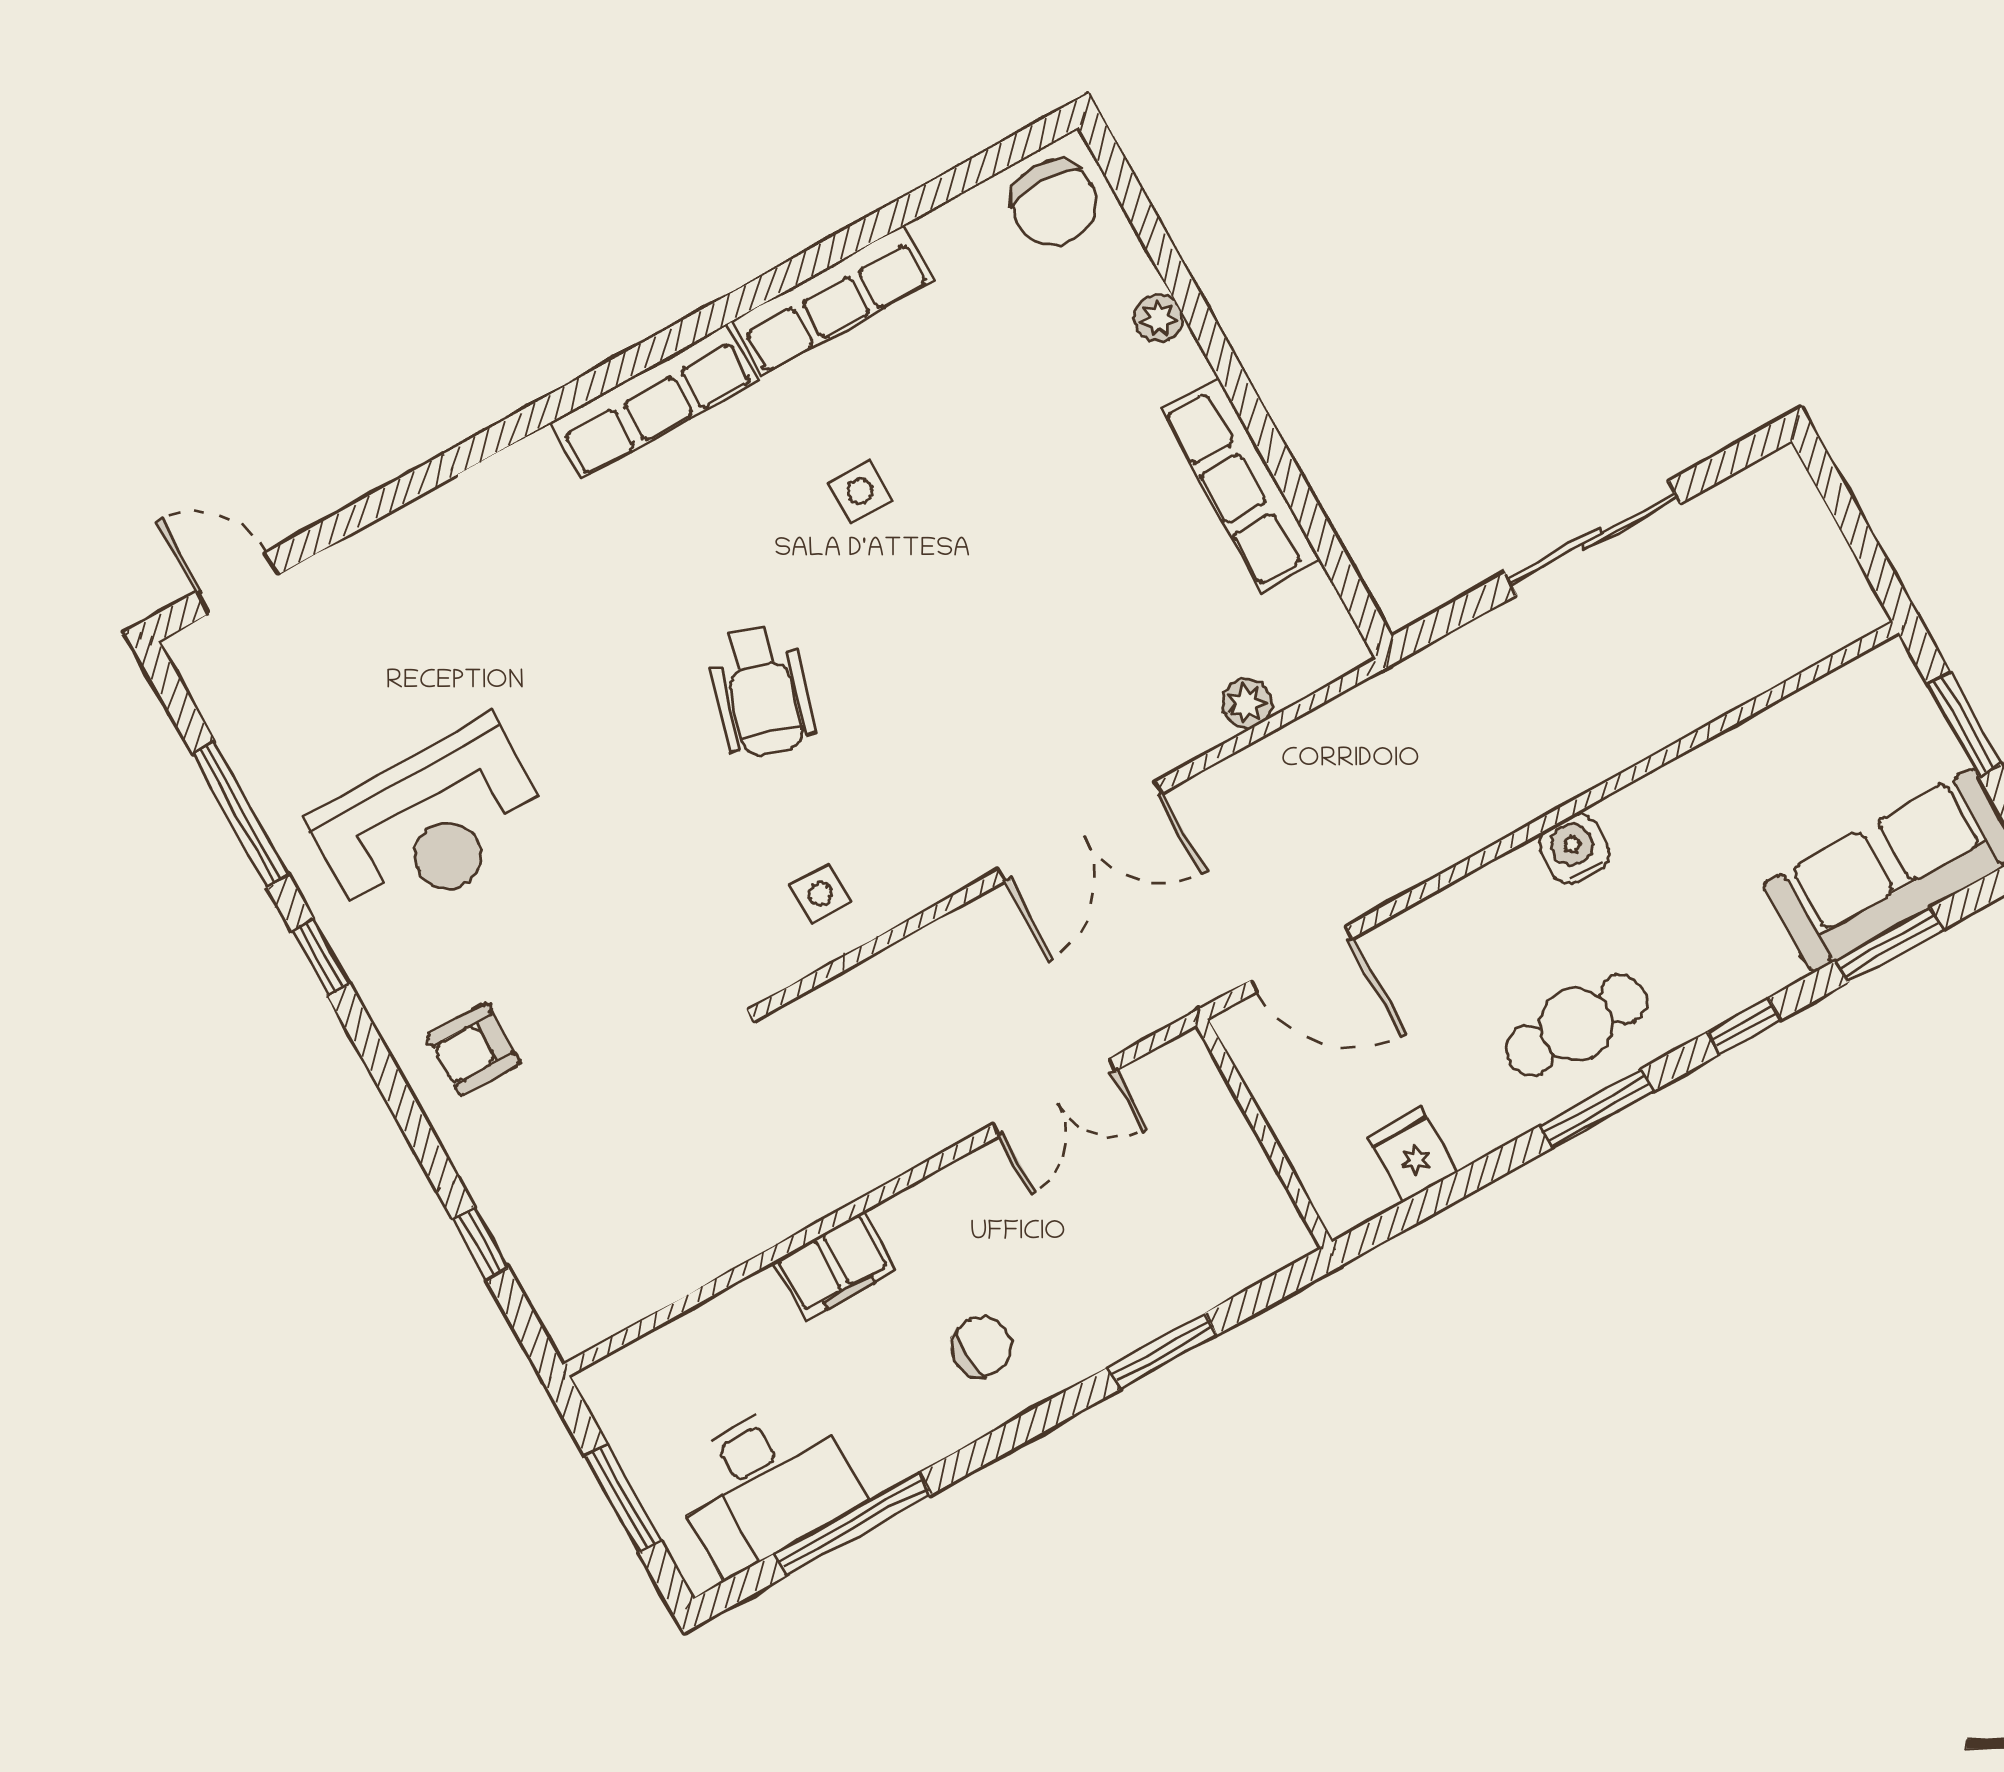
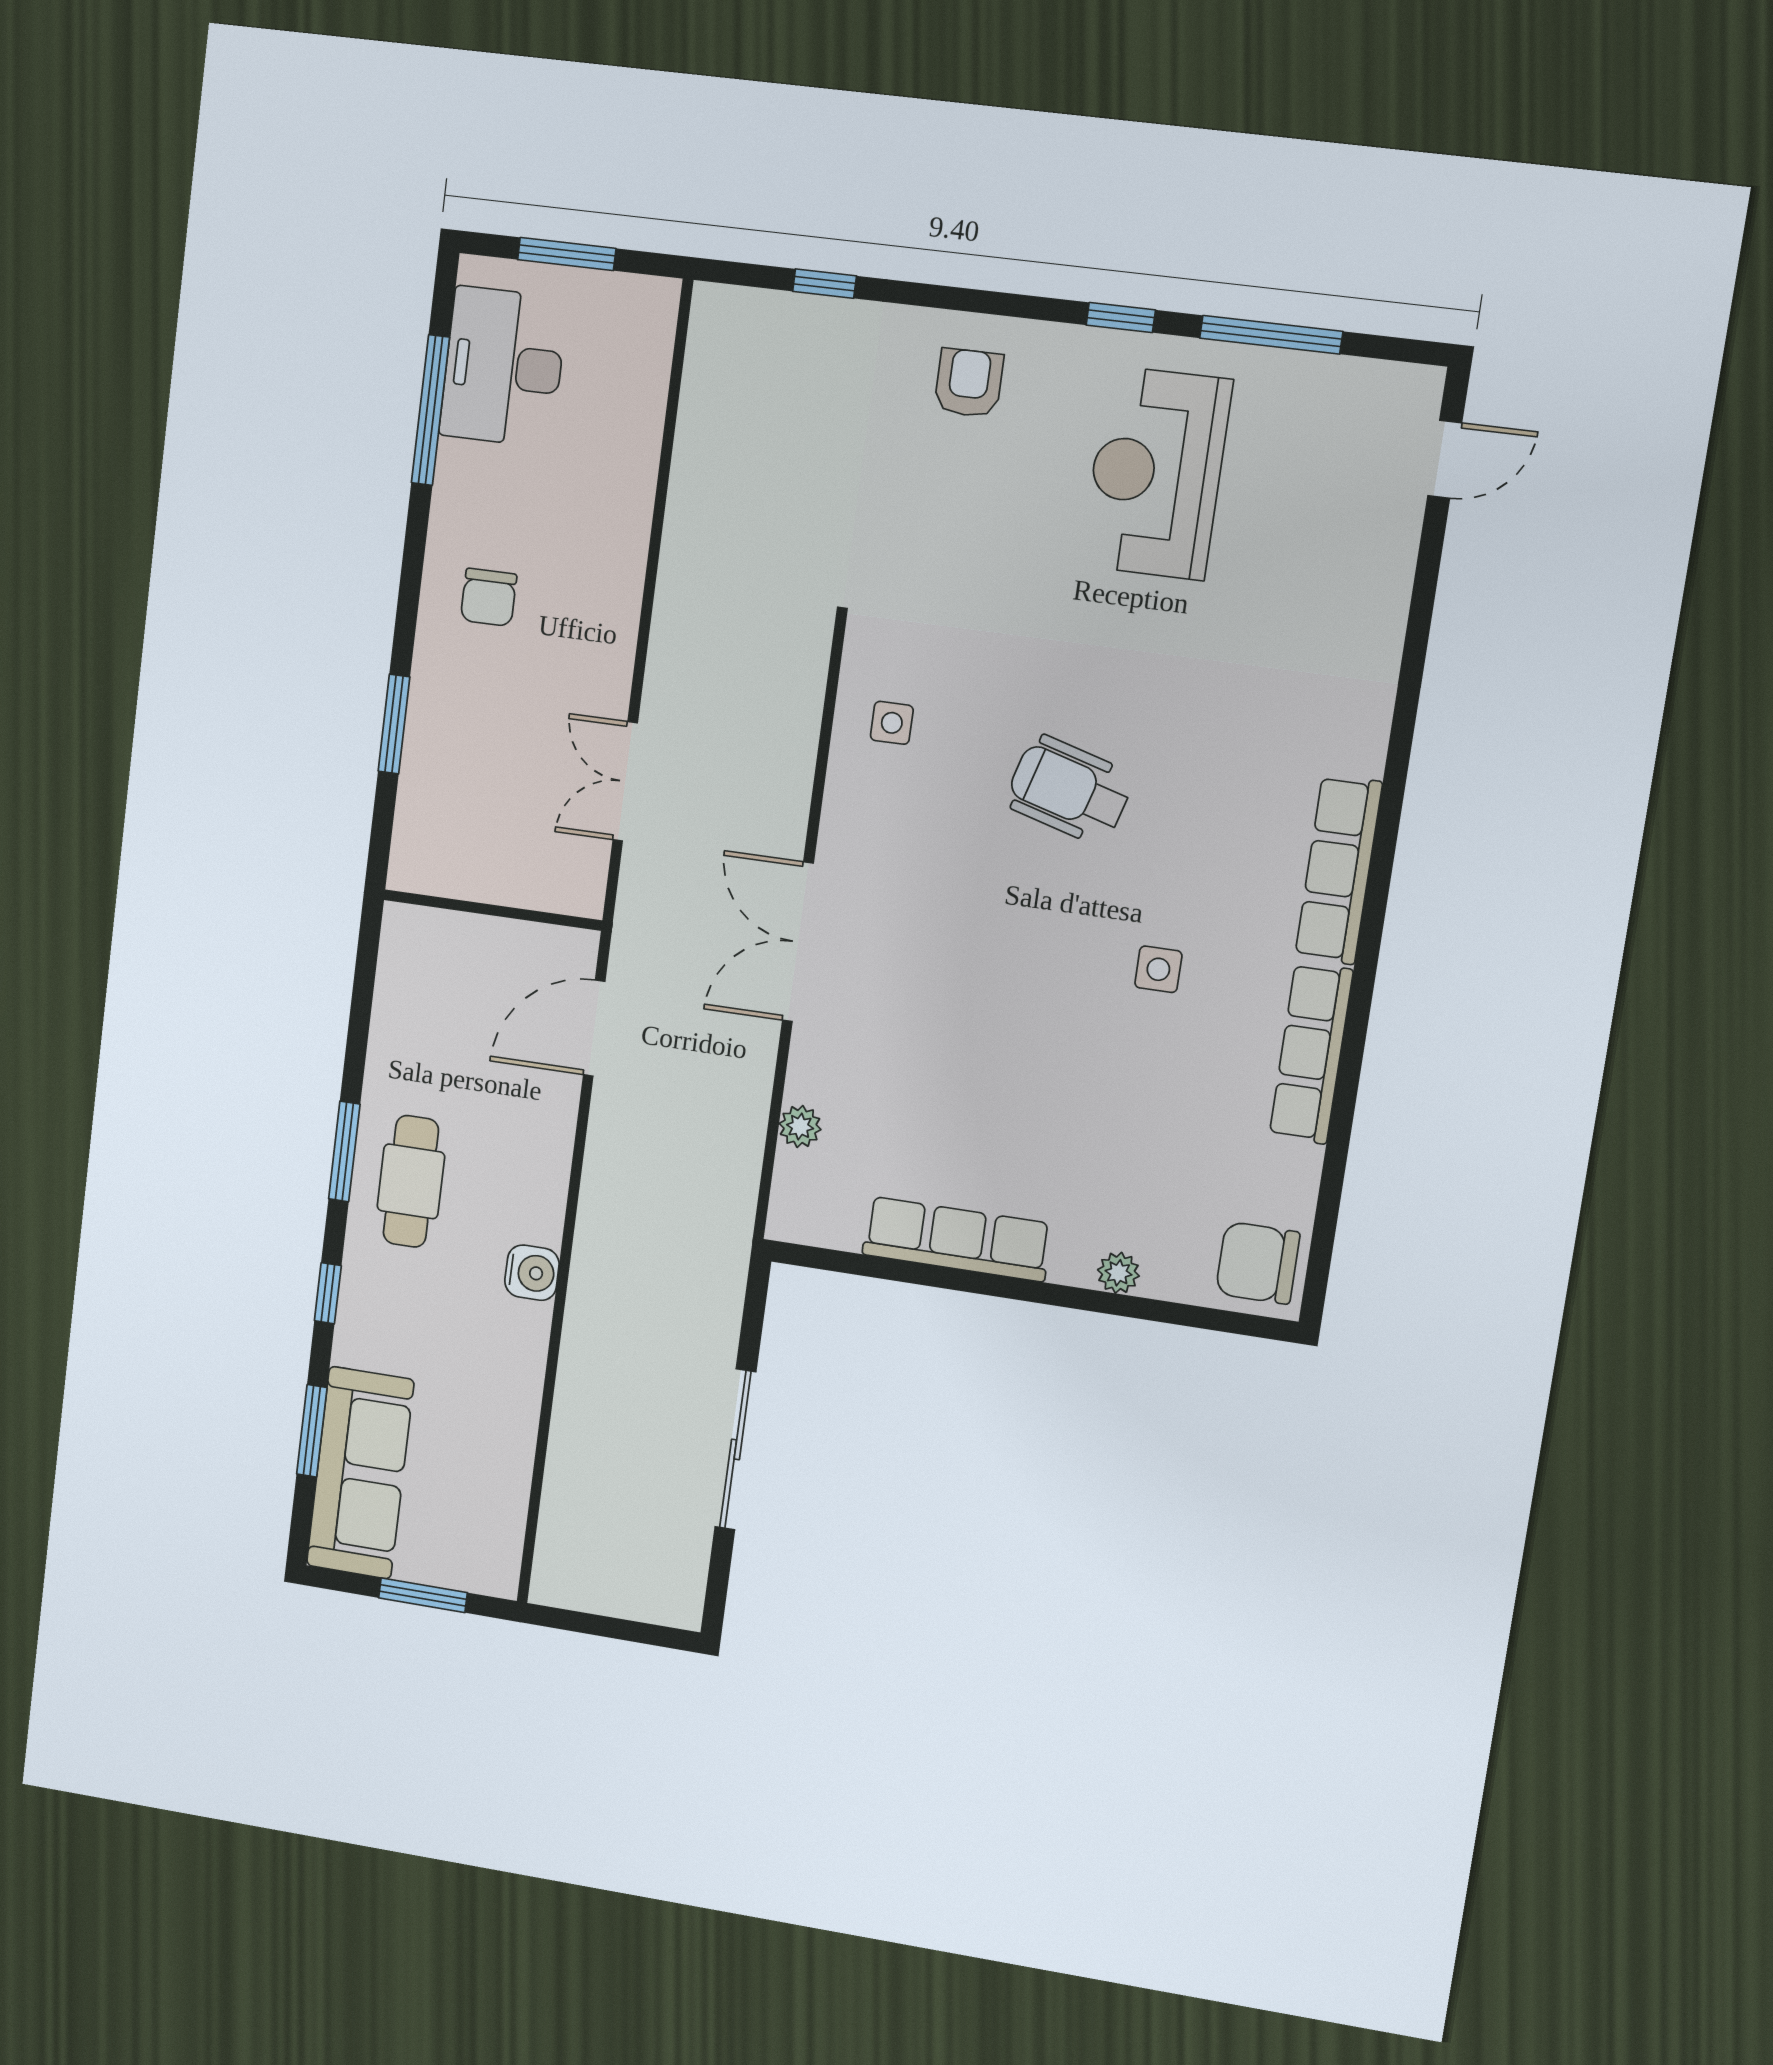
fridge: (1413, 1154) -> (404, 1002), removed
filing cabinet: (835, 1266) -> (621, 534), removed

